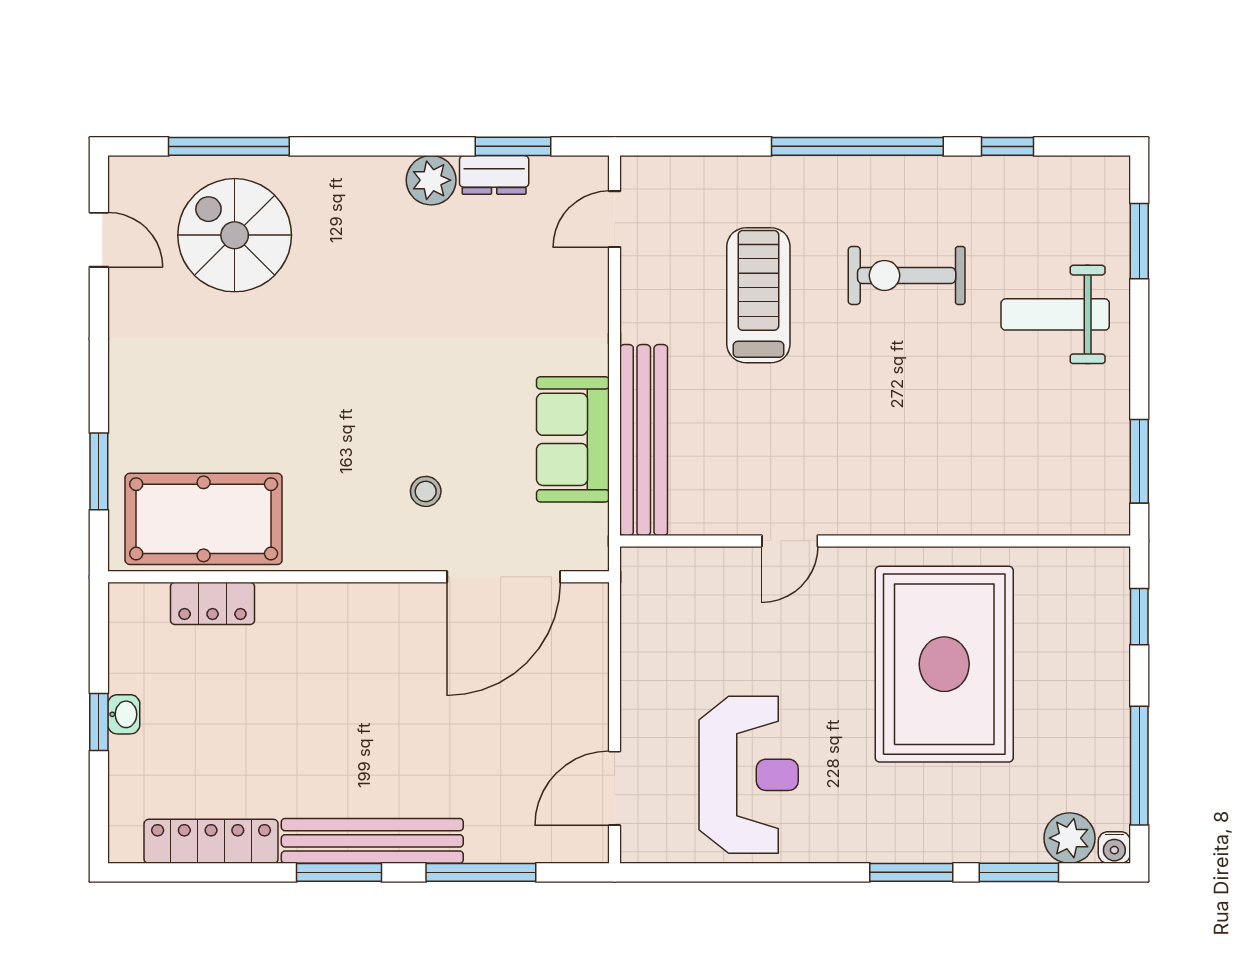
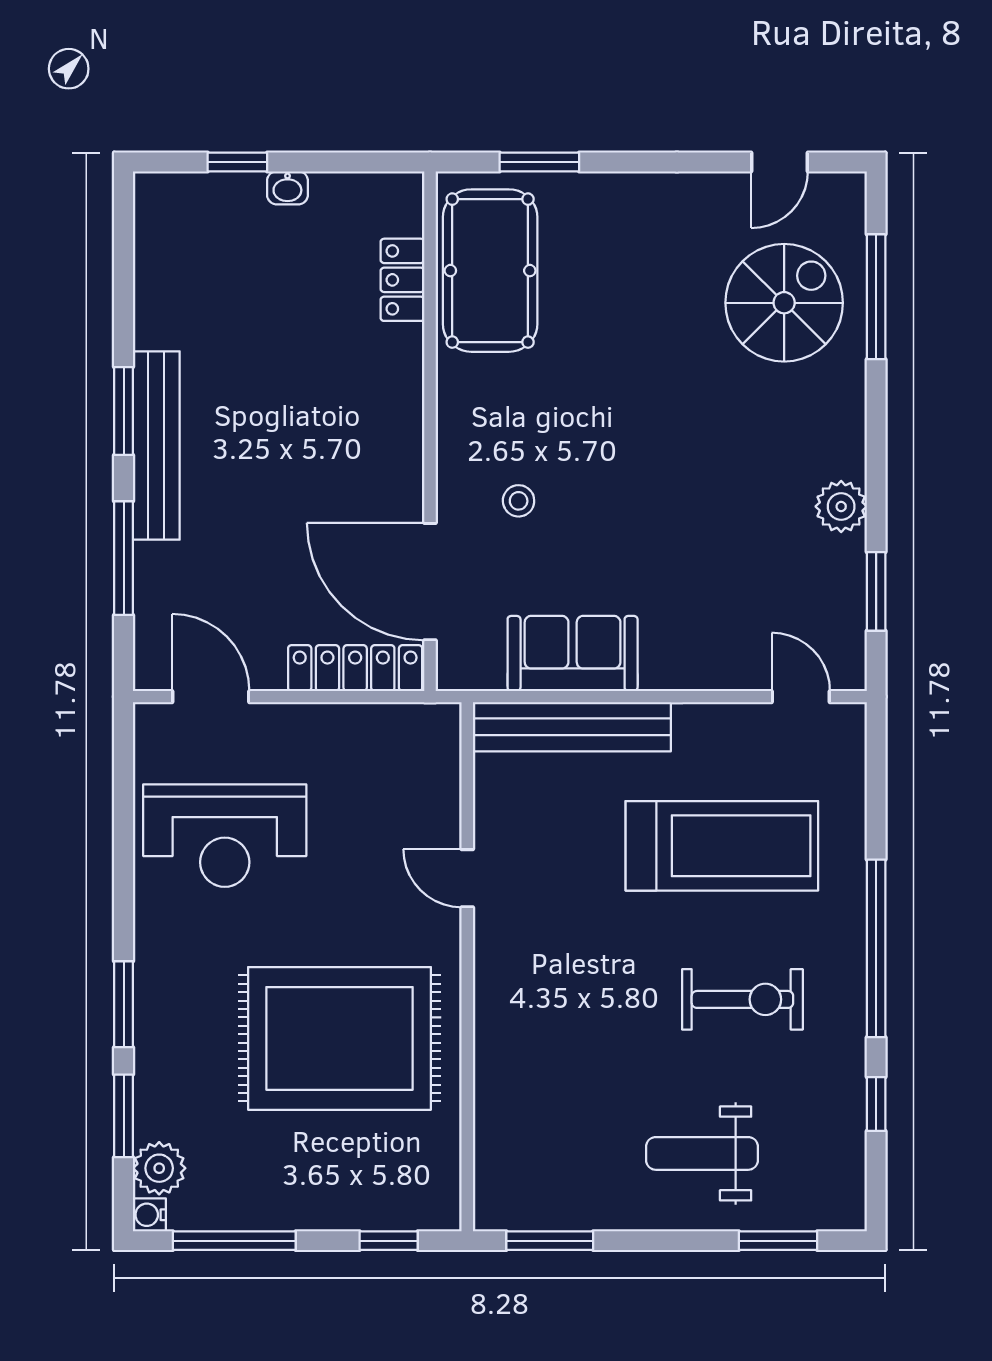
dresser: (494, 175) -> (847, 572), removed
exercise bike: (907, 275) -> (742, 999), turned 90
treadmill: (758, 295) -> (722, 846), width x1.37, depth x1.38
weight bench: (1055, 314) -> (702, 1153), turned -90
window: (99, 722) -> (237, 162), moved
locker: (211, 841) -> (355, 668), moved, turned -90

